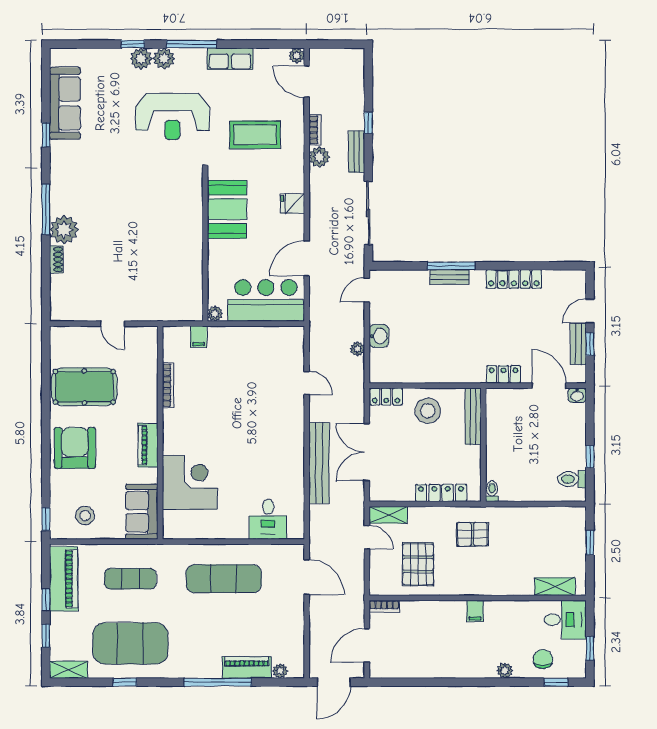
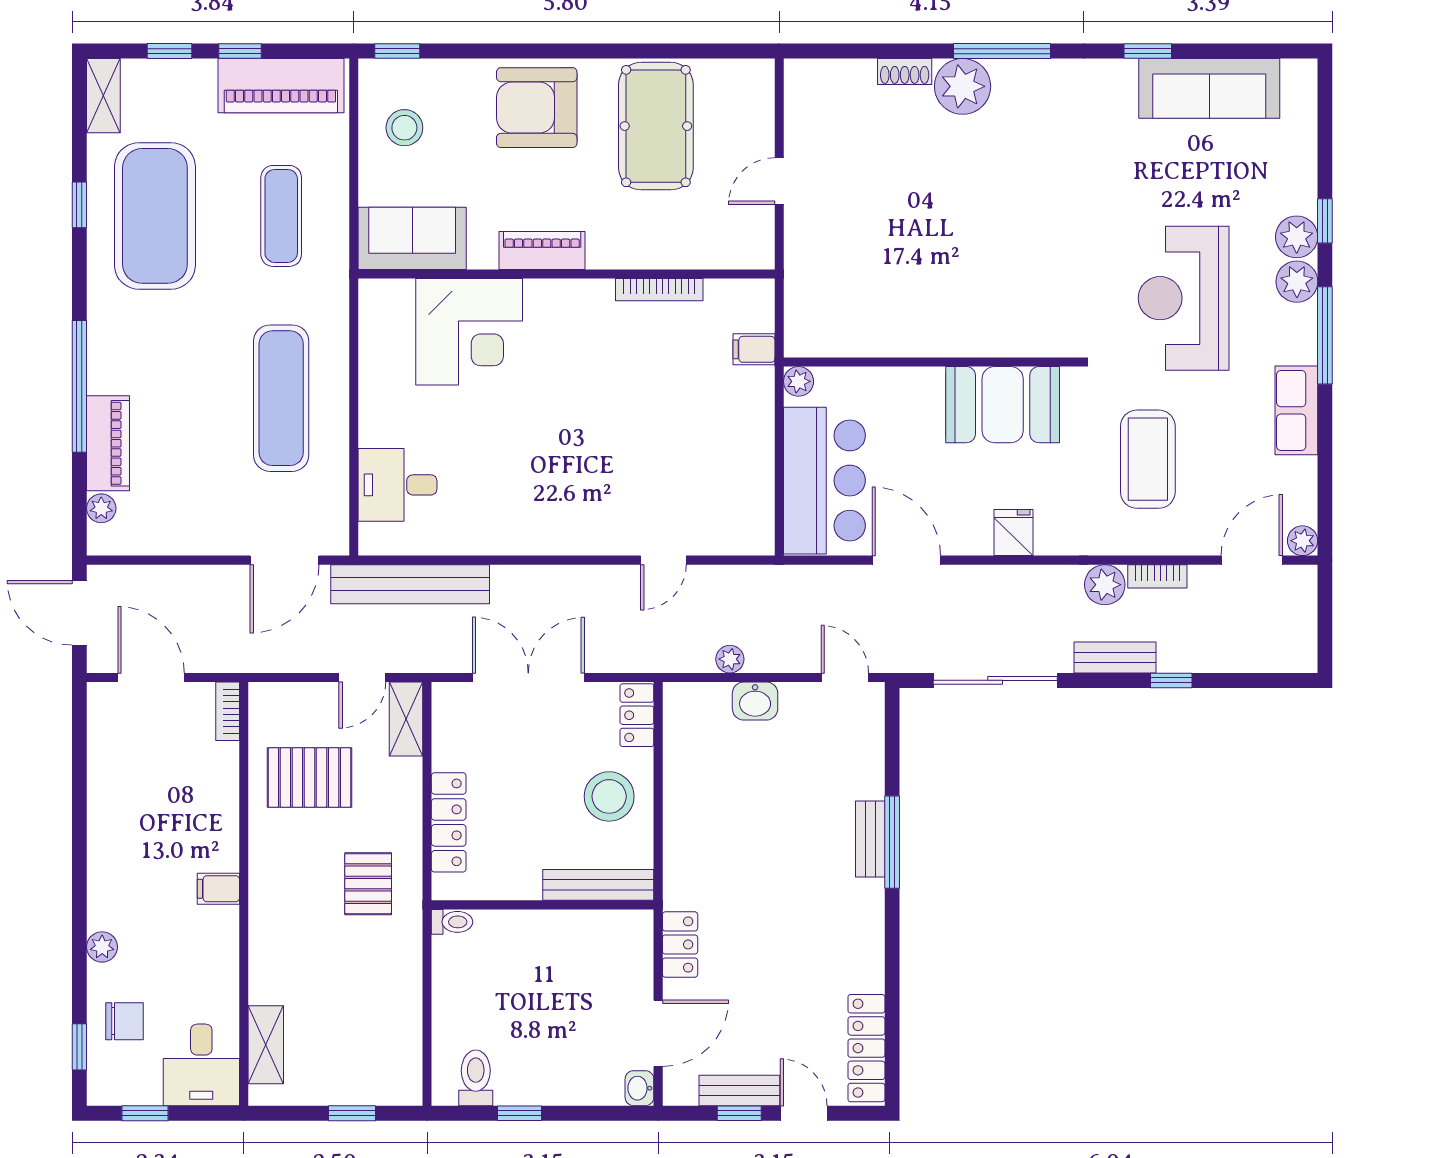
locker: (514, 279) -> (866, 1048), moved
armchair: (75, 448) -> (537, 108), turned 180
bench: (319, 463) -> (410, 584), moved

